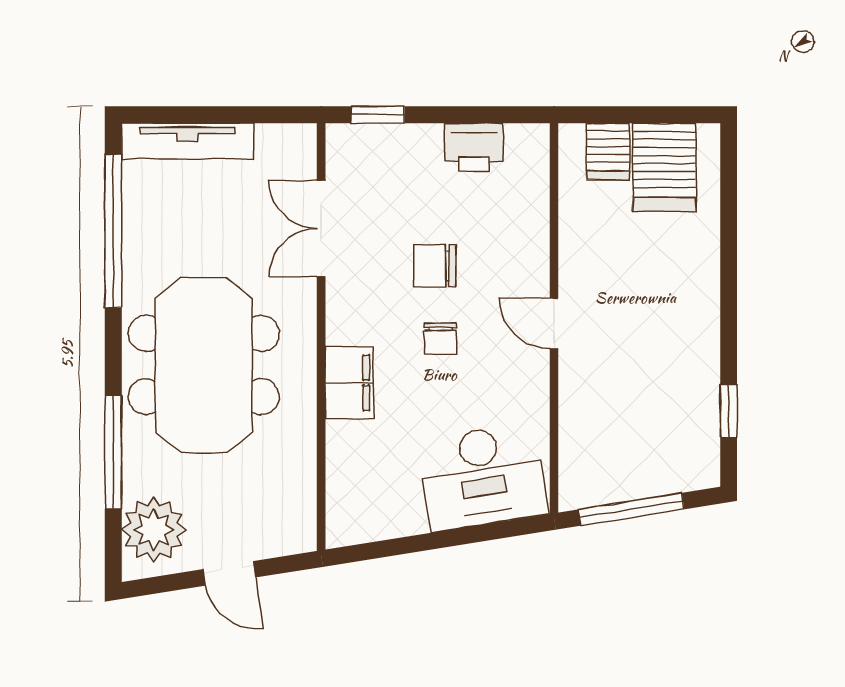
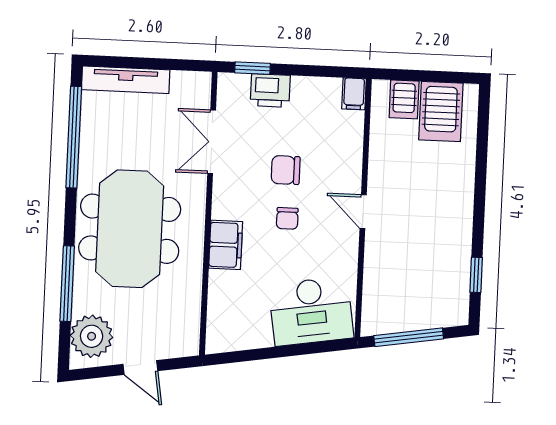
printer: (474, 147) -> (270, 90), moved
filing cabinet: (532, 147) -> (354, 94), added

